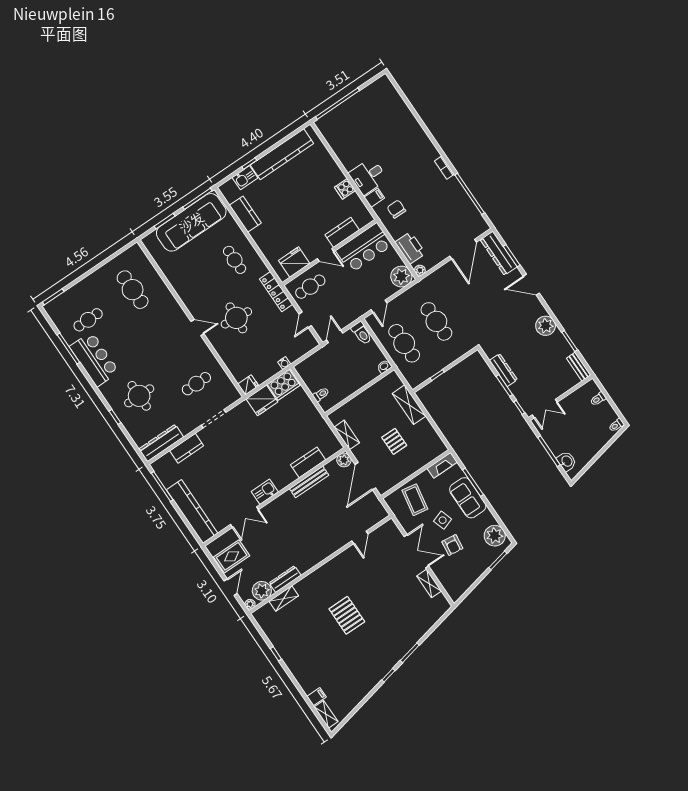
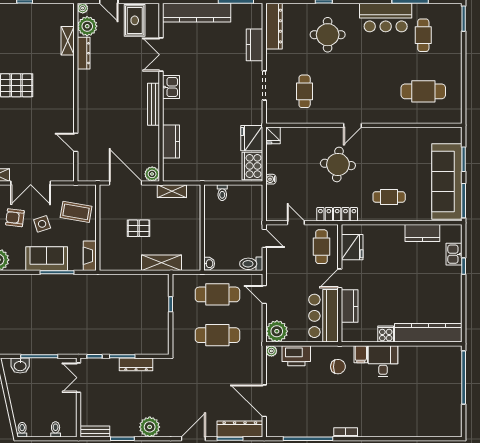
kitchen counter: (282, 154) -> (428, 333), moved, turned 90
bench: (309, 482) -> (153, 104), moved

